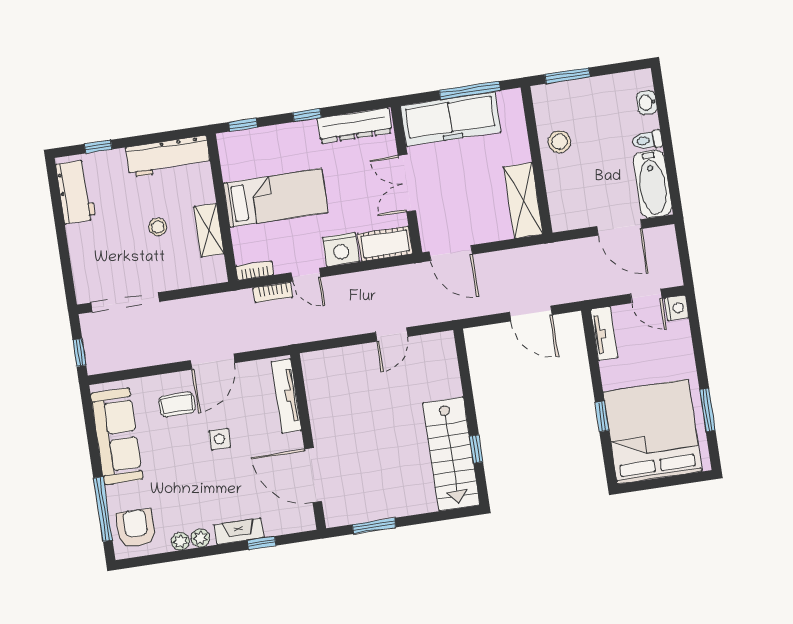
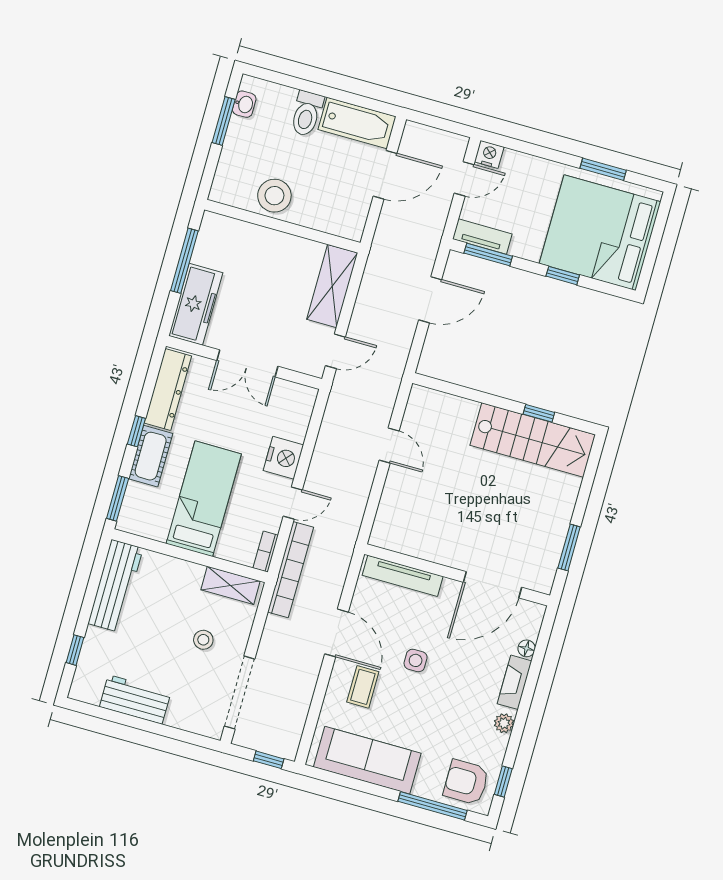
window: (567, 76) -> (224, 121), moved
washbasin: (647, 102) -> (244, 104), moved, turned -90
freezer: (450, 119) -> (196, 304), width x0.73, depth x0.79
window: (243, 125) -> (118, 498), width x1.50
toilet: (647, 140) -> (307, 114), width x1.37, depth x1.39
stool: (559, 142) -> (274, 196), width x1.38, depth x1.38
workbench: (76, 192) -> (135, 699), moved
shelving: (523, 201) -> (332, 286), moved, turned 90
stool: (158, 227) -> (203, 640), moved
shelving: (209, 230) -> (231, 585), moved
cot: (385, 244) -> (151, 456), moved
door: (451, 253) -> (335, 351), width x0.73
bookcase: (273, 292) -> (290, 570), width x2.31, depth x1.31
window: (591, 345) -> (488, 255), added
floor lamp: (272, 528) -> (527, 648), added
plant: (180, 541) -> (498, 744), removed
window: (262, 543) -> (503, 782), moved

